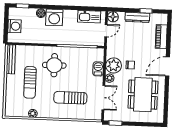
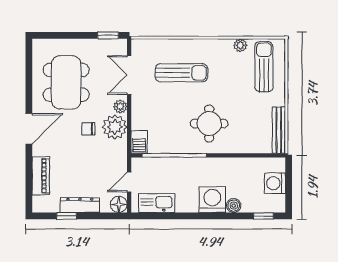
barbecue: (98, 69) -> (139, 142), moved
sun lounger: (30, 82) -> (264, 67), moved

